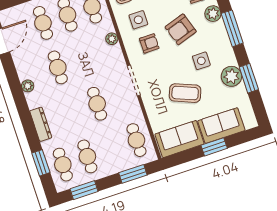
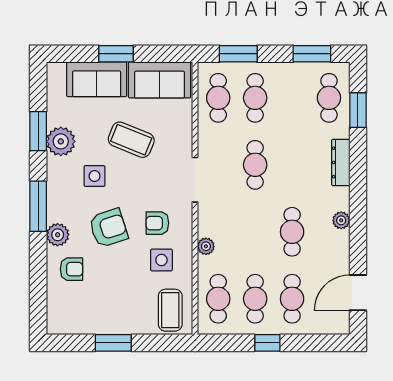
cafe table: (87, 156) -> (255, 98), moved

